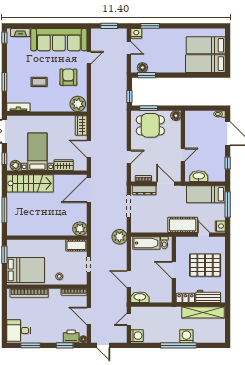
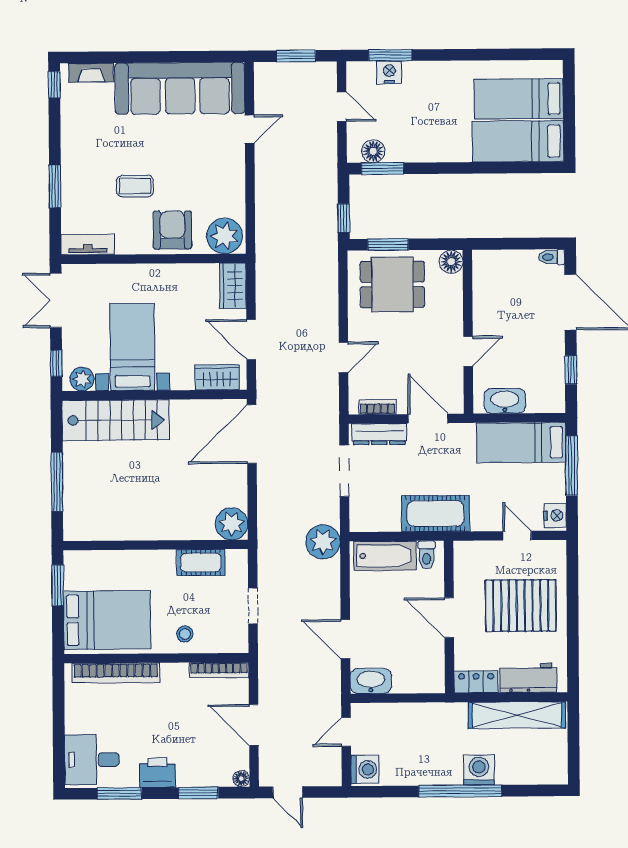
nightstand: (136, 33) -> (389, 72), moved
armchair: (68, 77) -> (172, 230), moved
wardrobe: (64, 165) -> (217, 377), moved
cot: (183, 225) -> (436, 514), moved
cot: (76, 245) -> (201, 562), moved
printer: (71, 336) -> (157, 773), moved

